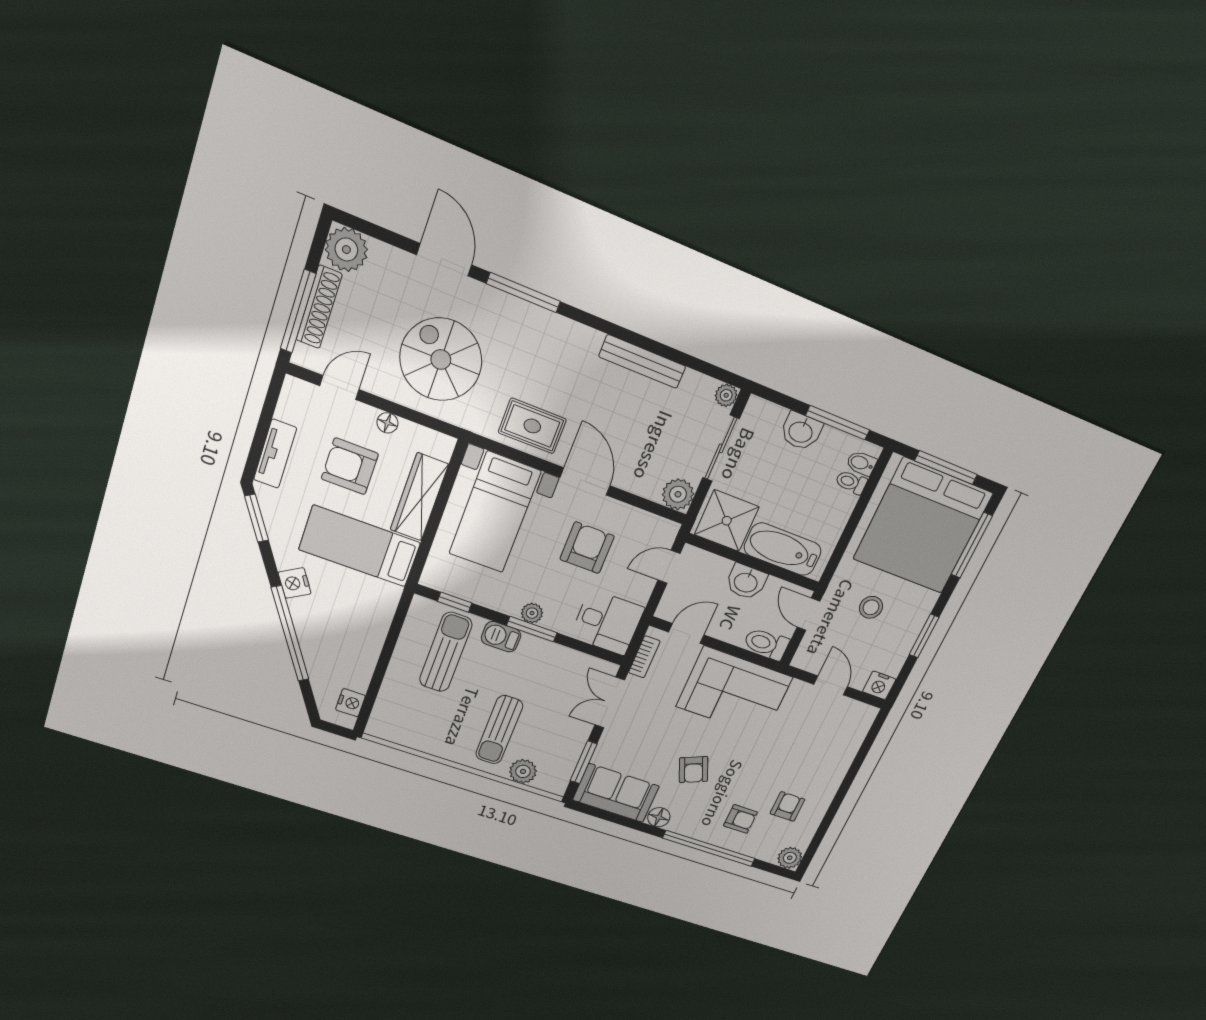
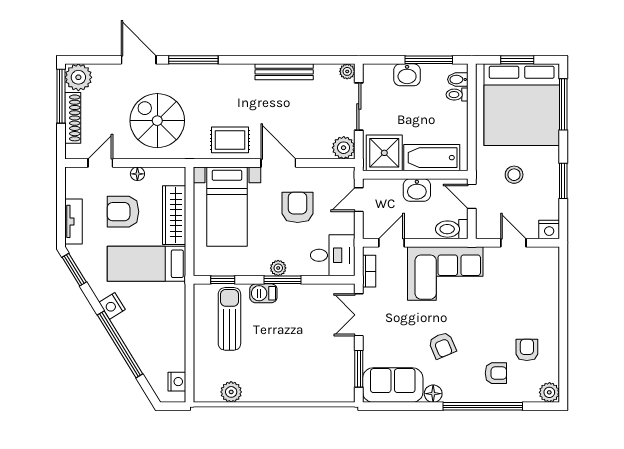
window: (298, 311) -> (61, 96), moved
window: (946, 468) -> (517, 60), width x0.69
sun lounger: (499, 730) -> (288, 365), removed
plant: (523, 771) -> (231, 392), moved

